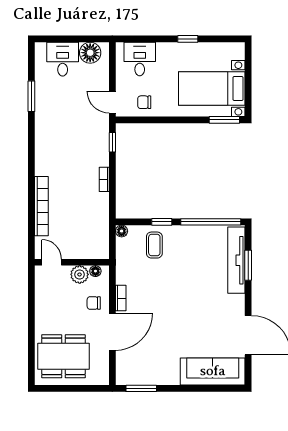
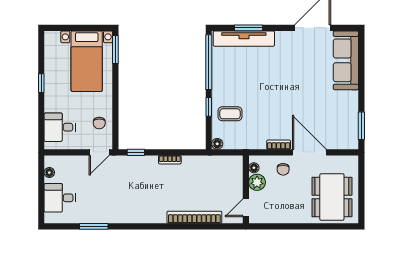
floor lamp: (90, 53) -> (49, 173), width x0.53, depth x0.53

